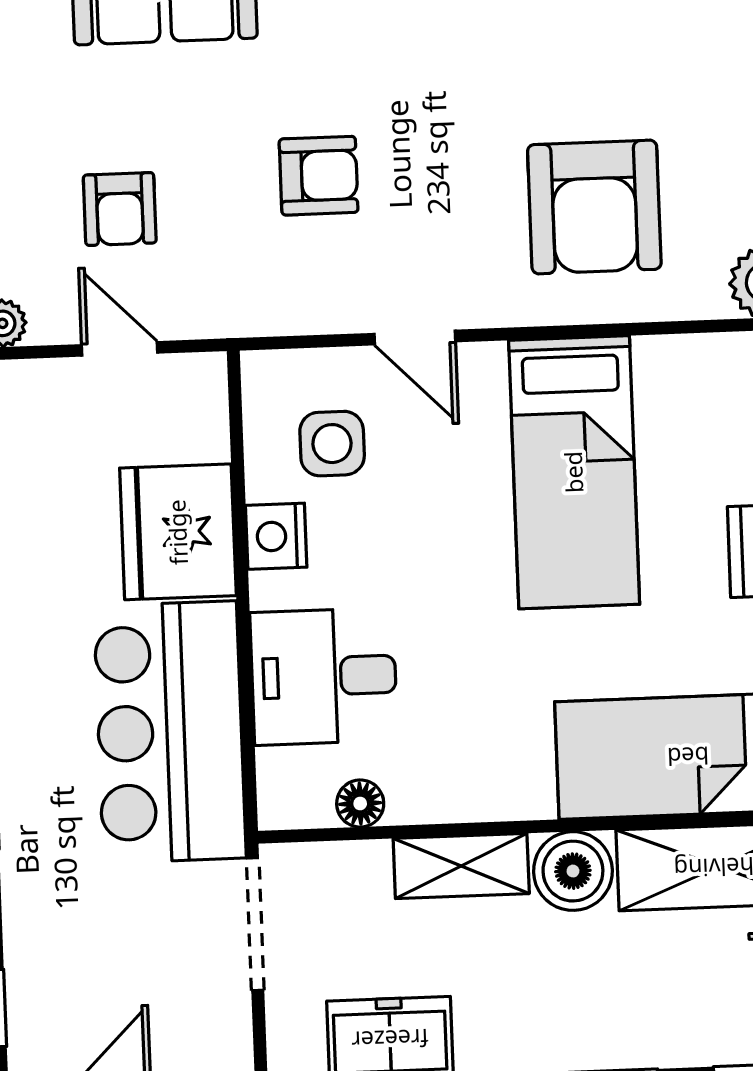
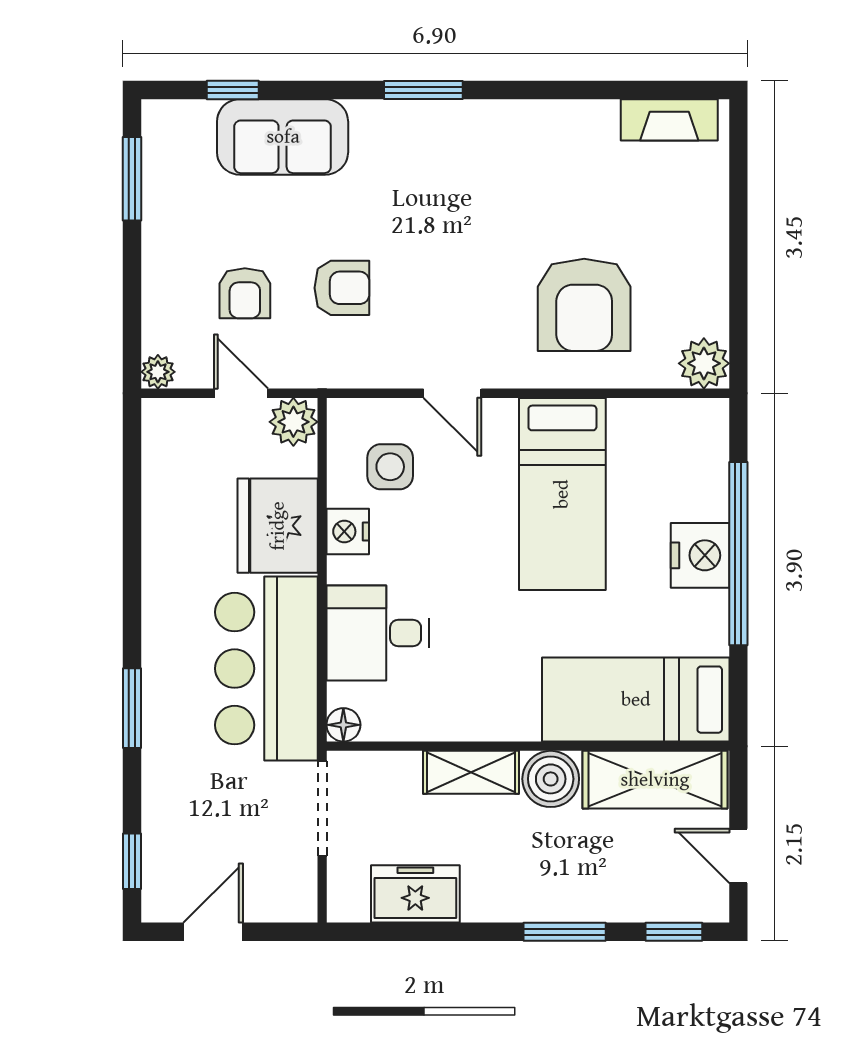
armchair: (319, 176) -> (342, 288), moved
plant: (195, 386) -> (293, 422), added
floor lamp: (360, 804) -> (343, 725), moved

